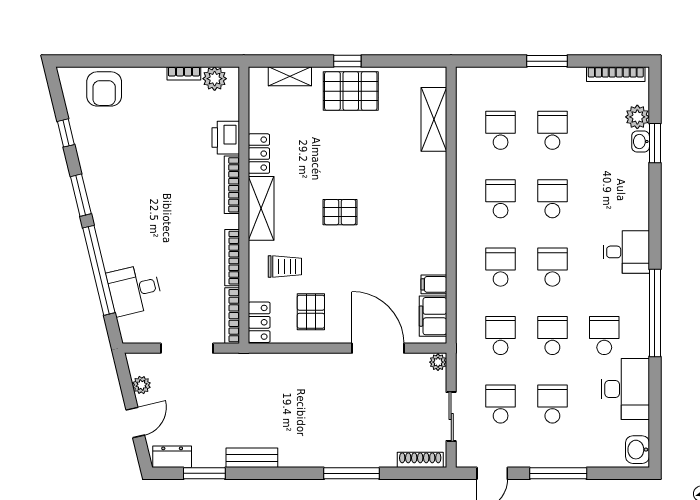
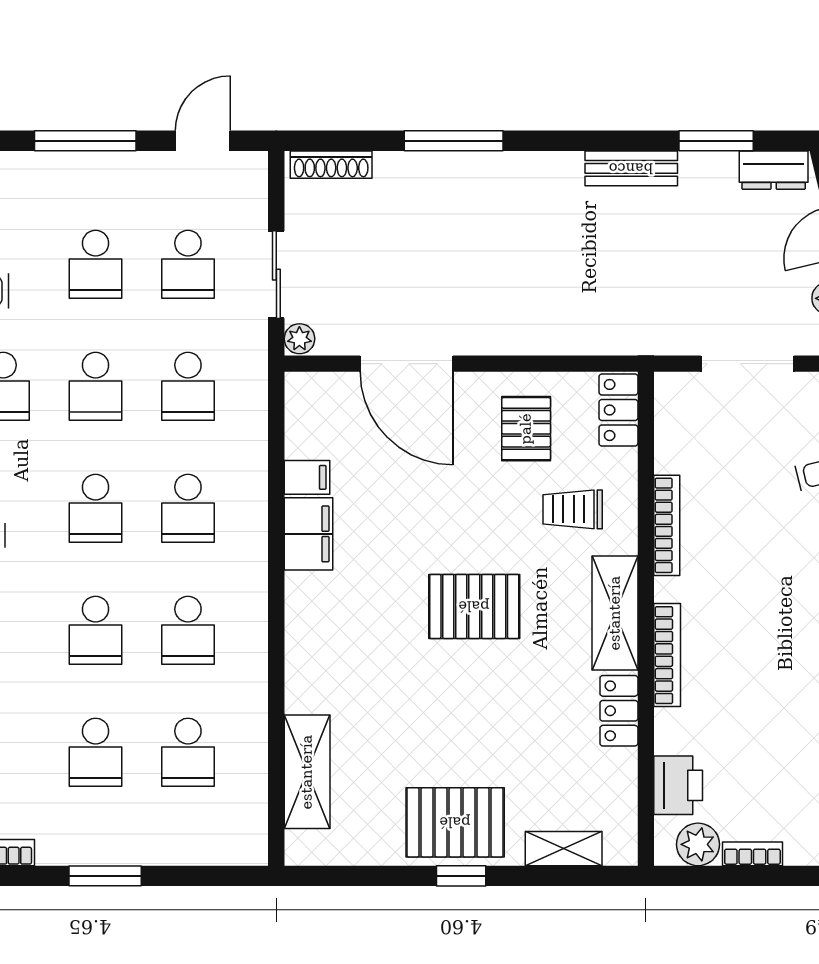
printer: (226, 138) -> (678, 785), moved
pallet: (340, 212) -> (474, 606), width x1.50, depth x1.42
bookcase: (232, 316) -> (667, 422), removed
filing cabinet: (433, 316) -> (309, 534), moved
sliding door: (451, 416) -> (276, 275), moved

